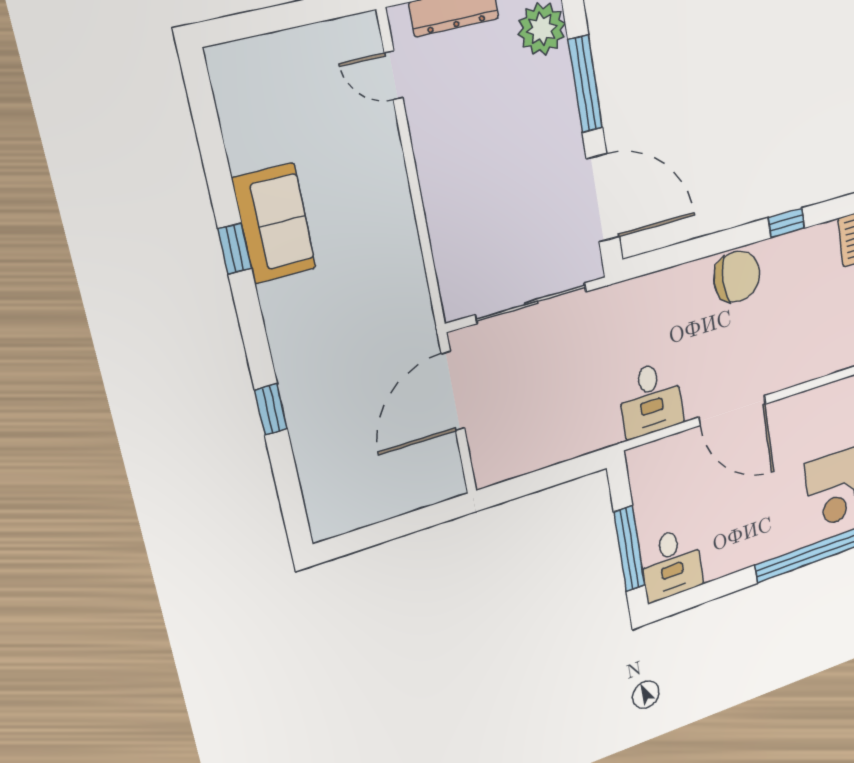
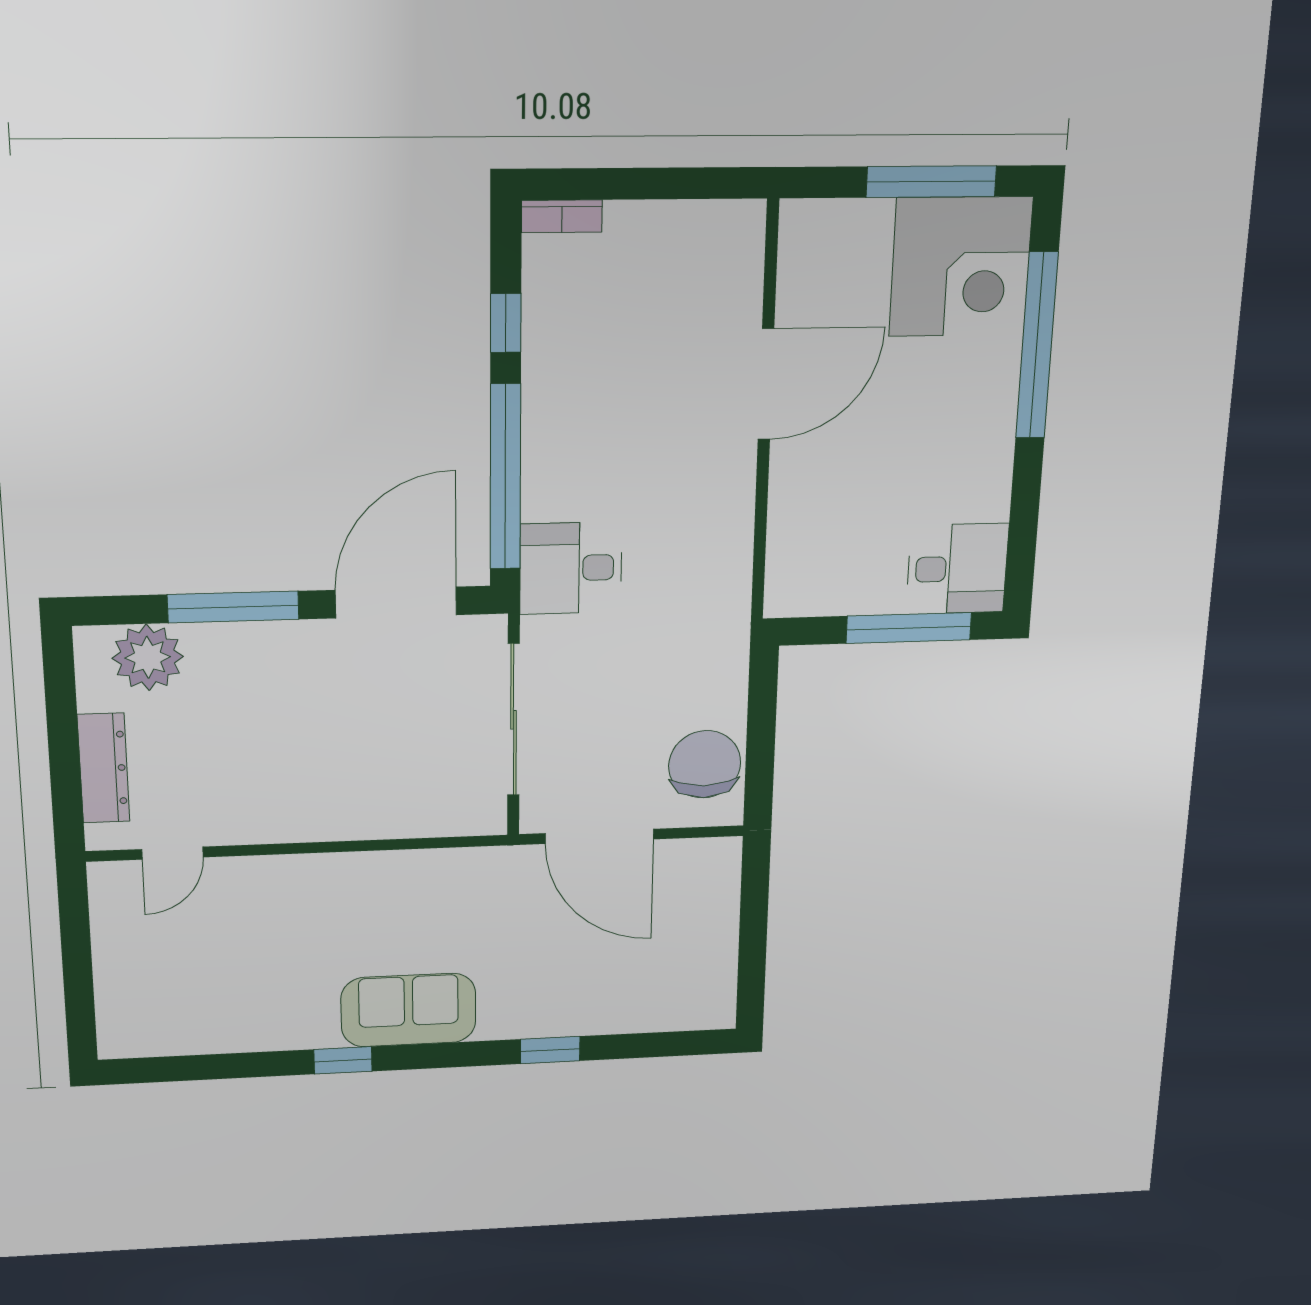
sofa: (274, 223) -> (409, 1010), moved
window: (694, 250) -> (505, 477), added
chair: (737, 277) -> (705, 764), moved
desk: (651, 399) -> (571, 568), moved, turned 180
door: (732, 411) -> (766, 384), moved

